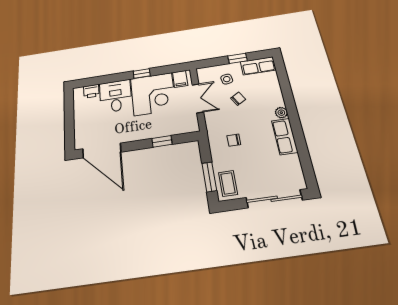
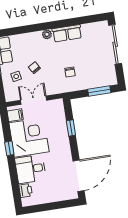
coffee table: (228, 183) -> (104, 77), removed

